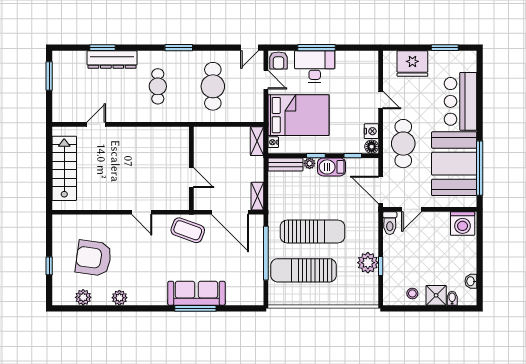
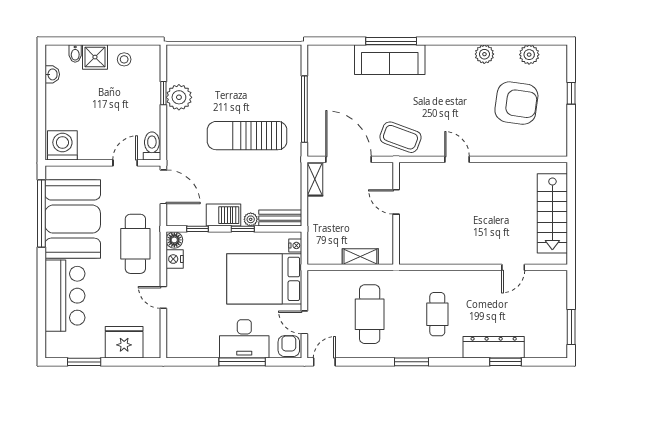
shelving: (257, 141) -> (360, 257), moved, turned 90
sun lounger: (303, 270) -> (258, 88), removed

